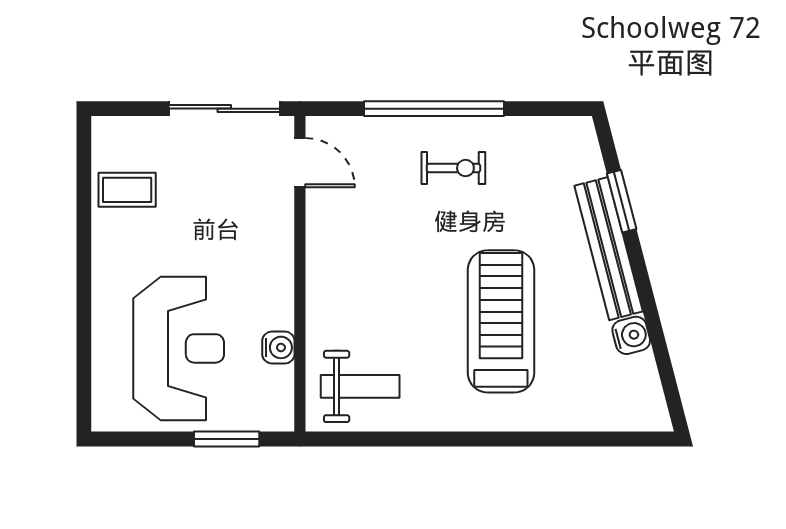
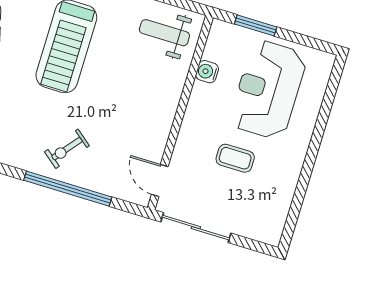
exercise bike: (453, 168) -> (67, 149), turned -51
coffee table: (127, 190) -> (235, 158), moved

